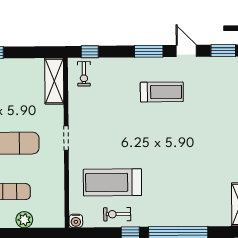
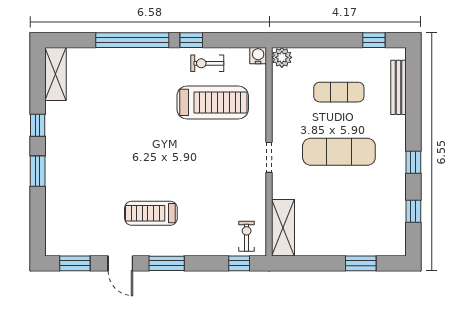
exercise bike: (117, 214) -> (207, 63), turned 180
plant: (24, 220) -> (282, 57), moved

